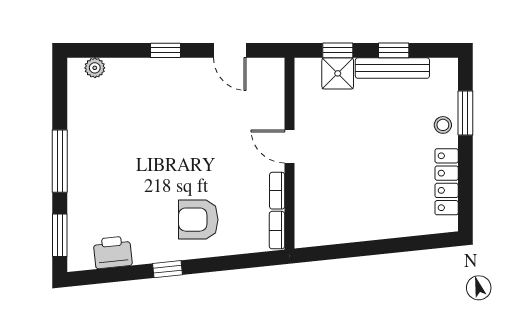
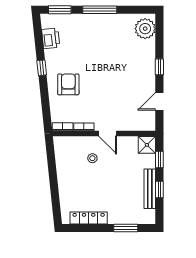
plant: (95, 68) -> (145, 29), width x1.88, depth x1.88
shower: (338, 73) -> (147, 145), moved
stool: (443, 125) -> (92, 158), moved
door: (289, 146) -> (108, 133), swing flipped

